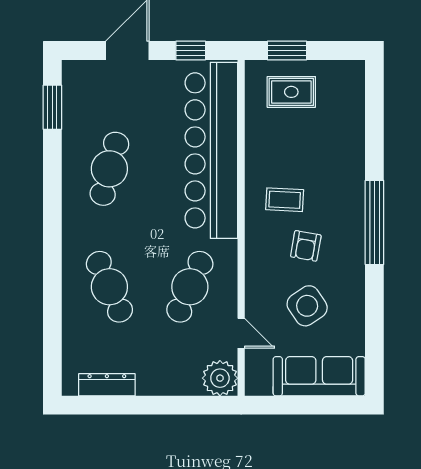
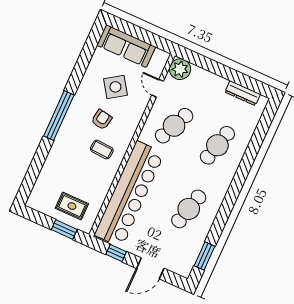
cafe table: (109, 287) -> (217, 145), turned 39

